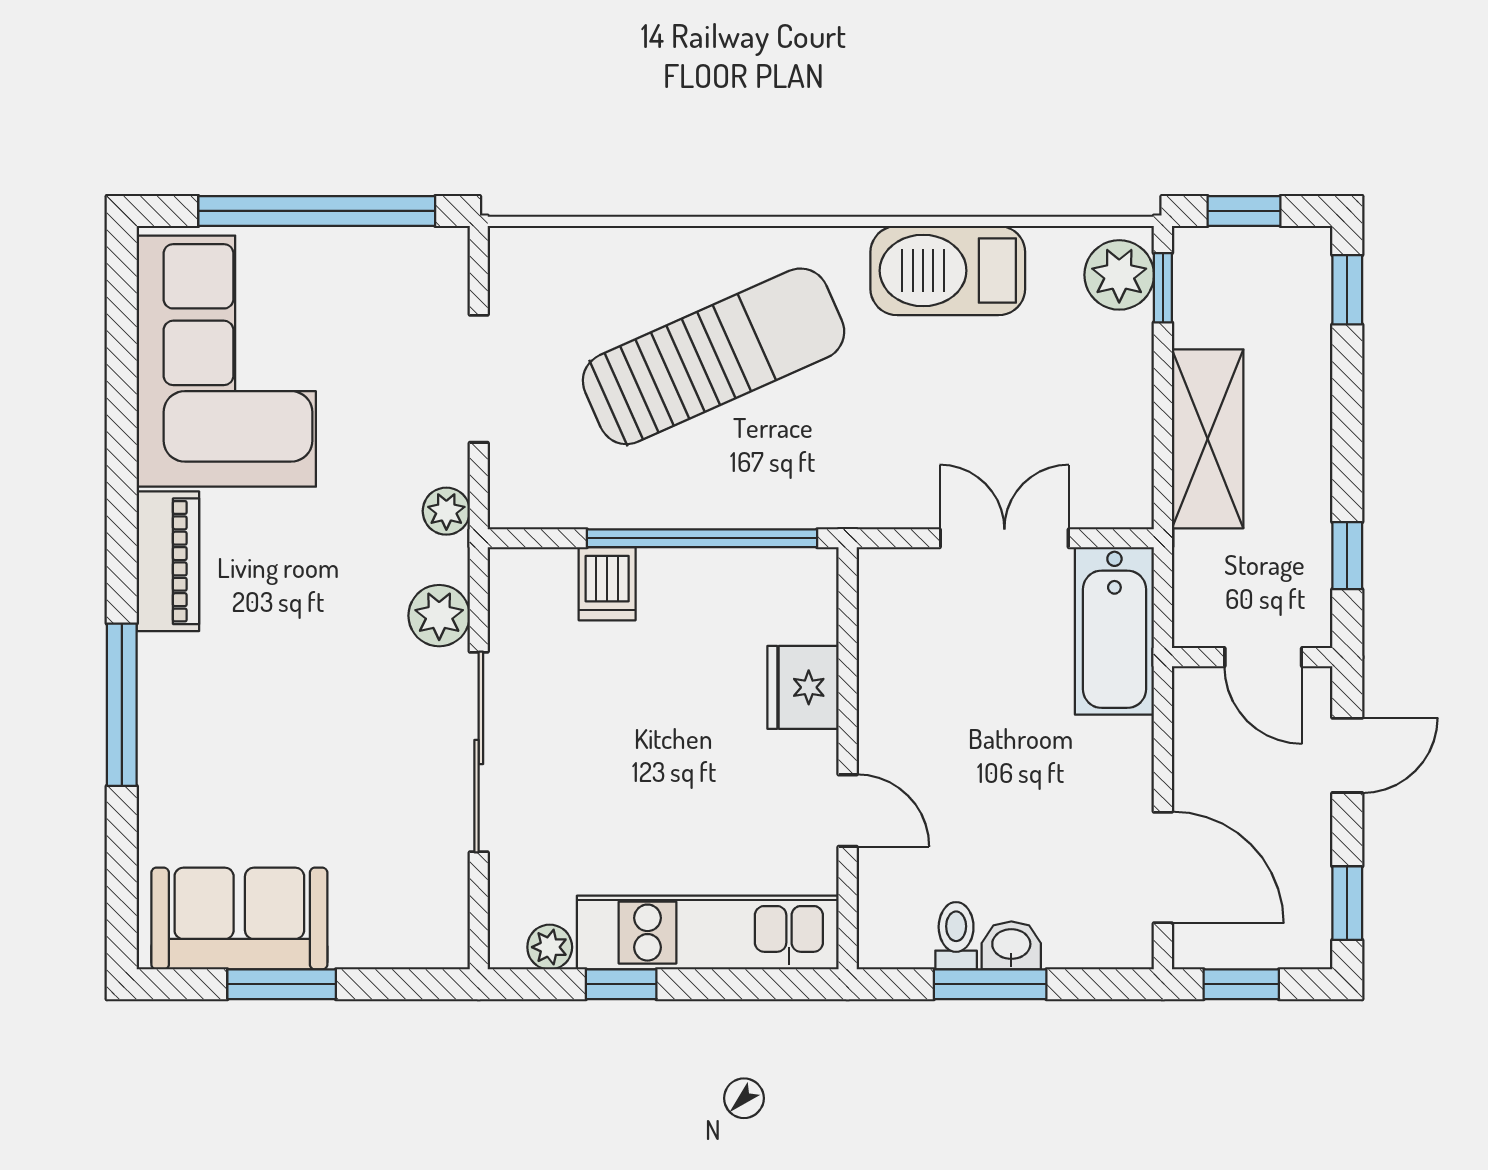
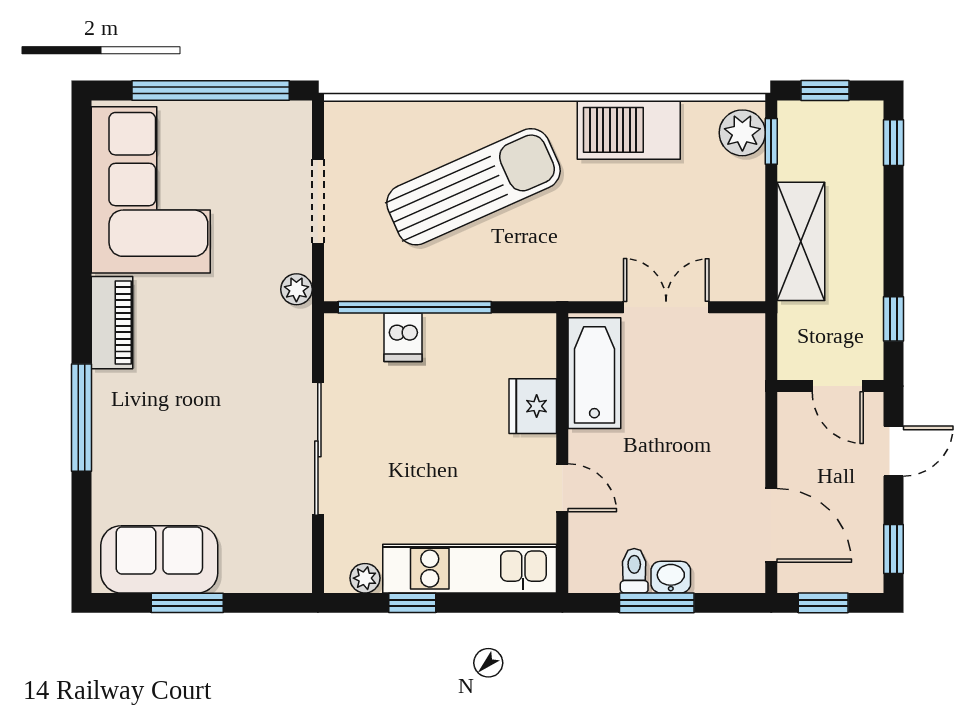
window: (702, 538) -> (415, 307), moved
plant: (439, 616) -> (292, 359), removed
bathtub: (1114, 631) -> (594, 373), moved, turned 180

